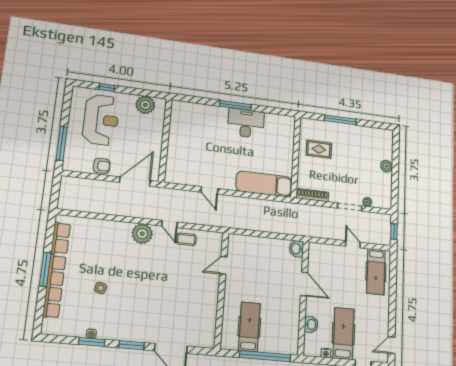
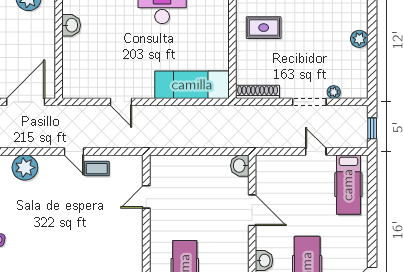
washbasin: (176, 129) -> (71, 25), added
plant: (142, 234) -> (25, 168), moved

